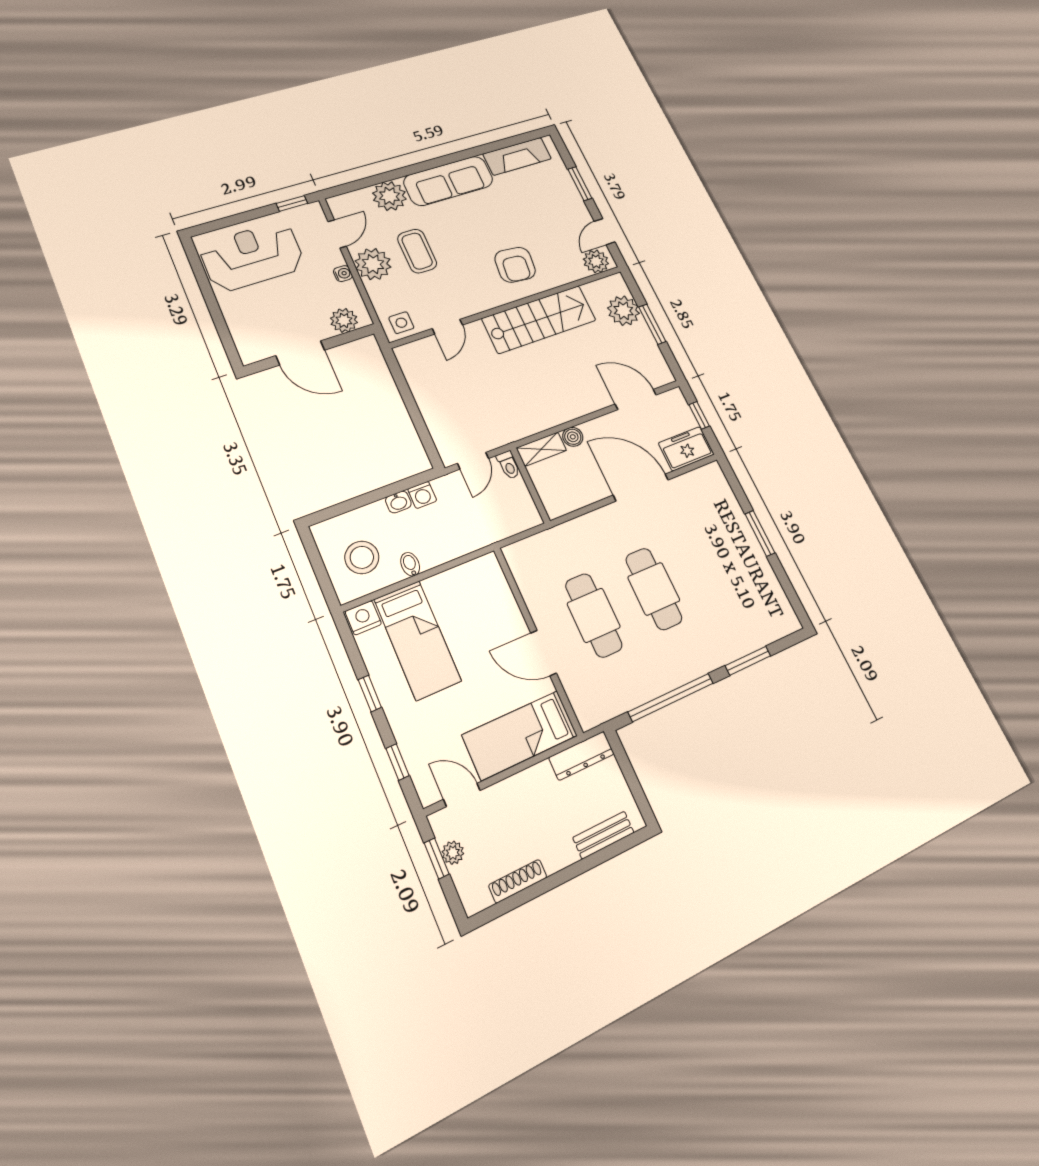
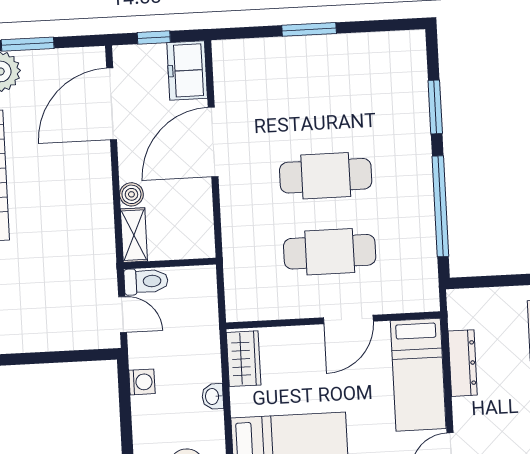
door: (636, 399) -> (112, 104), width x1.36
toilet: (508, 465) -> (146, 281), width x1.37, depth x1.39
washbasin: (398, 502) -> (213, 396), moved, turned 180
bidet: (410, 564) -> (211, 421), removed
wardrobe: (475, 574) -> (244, 359), added
dresser: (581, 756) -> (463, 363), moved

